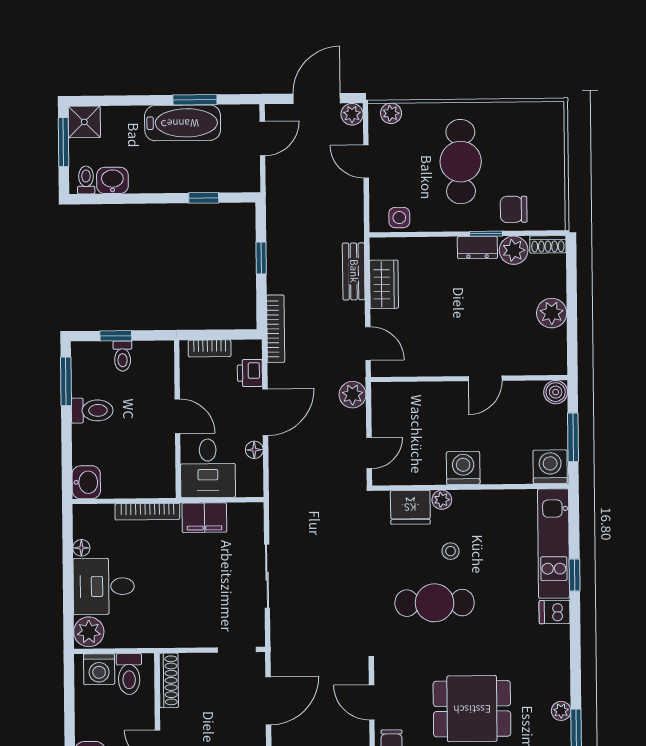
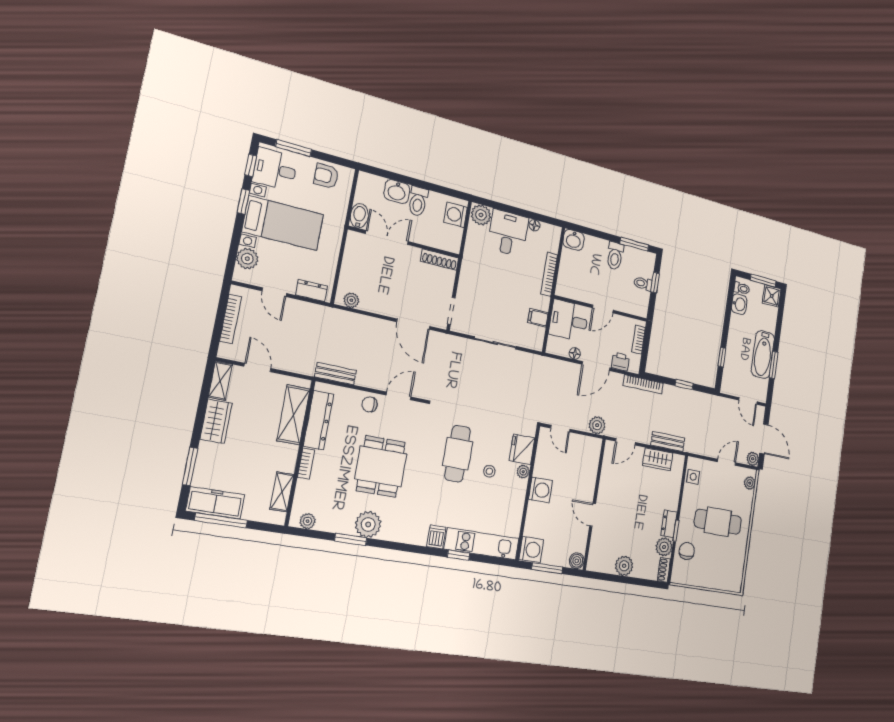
door: (265, 412) -> (596, 366), hinge flipped
filing cabinet: (204, 518) -> (538, 318), width x0.50
toilet: (129, 674) -> (418, 201), moved, turned -90
plant: (561, 711) -> (368, 524), width x1.88, depth x1.88

